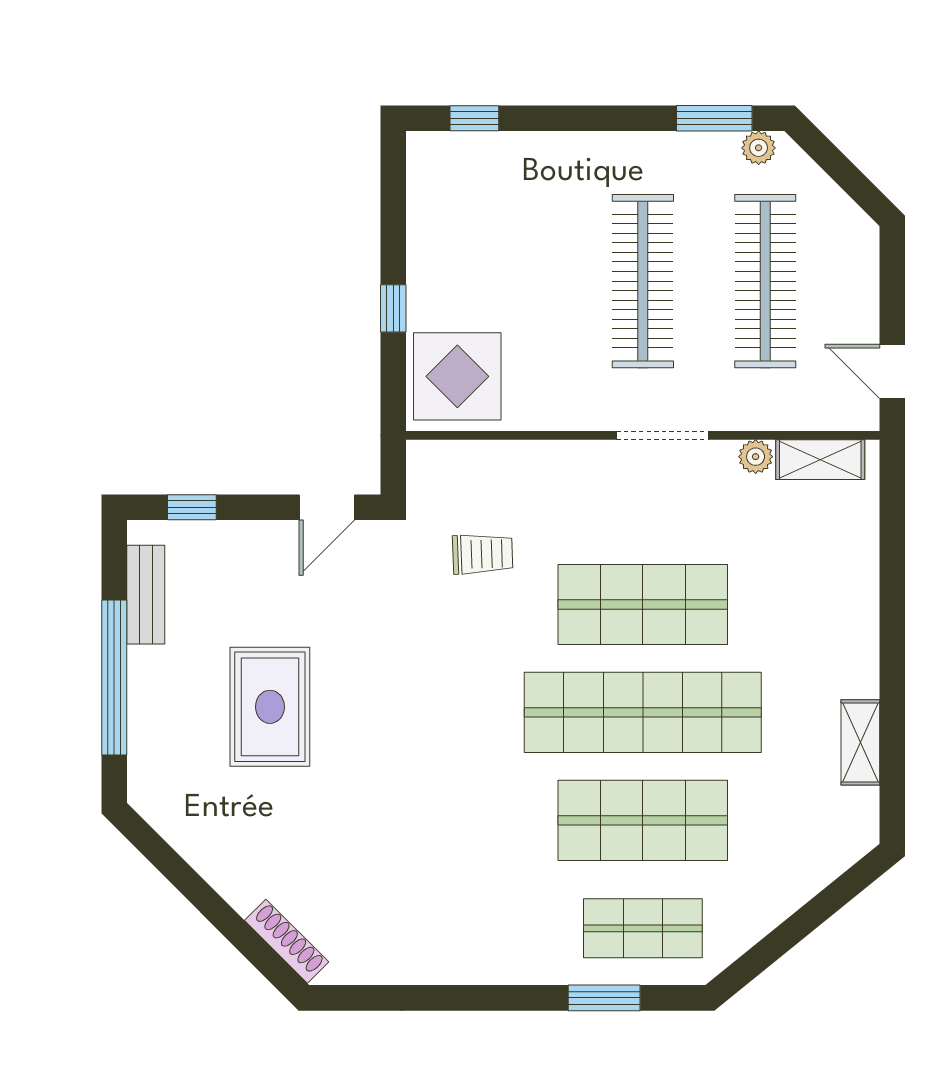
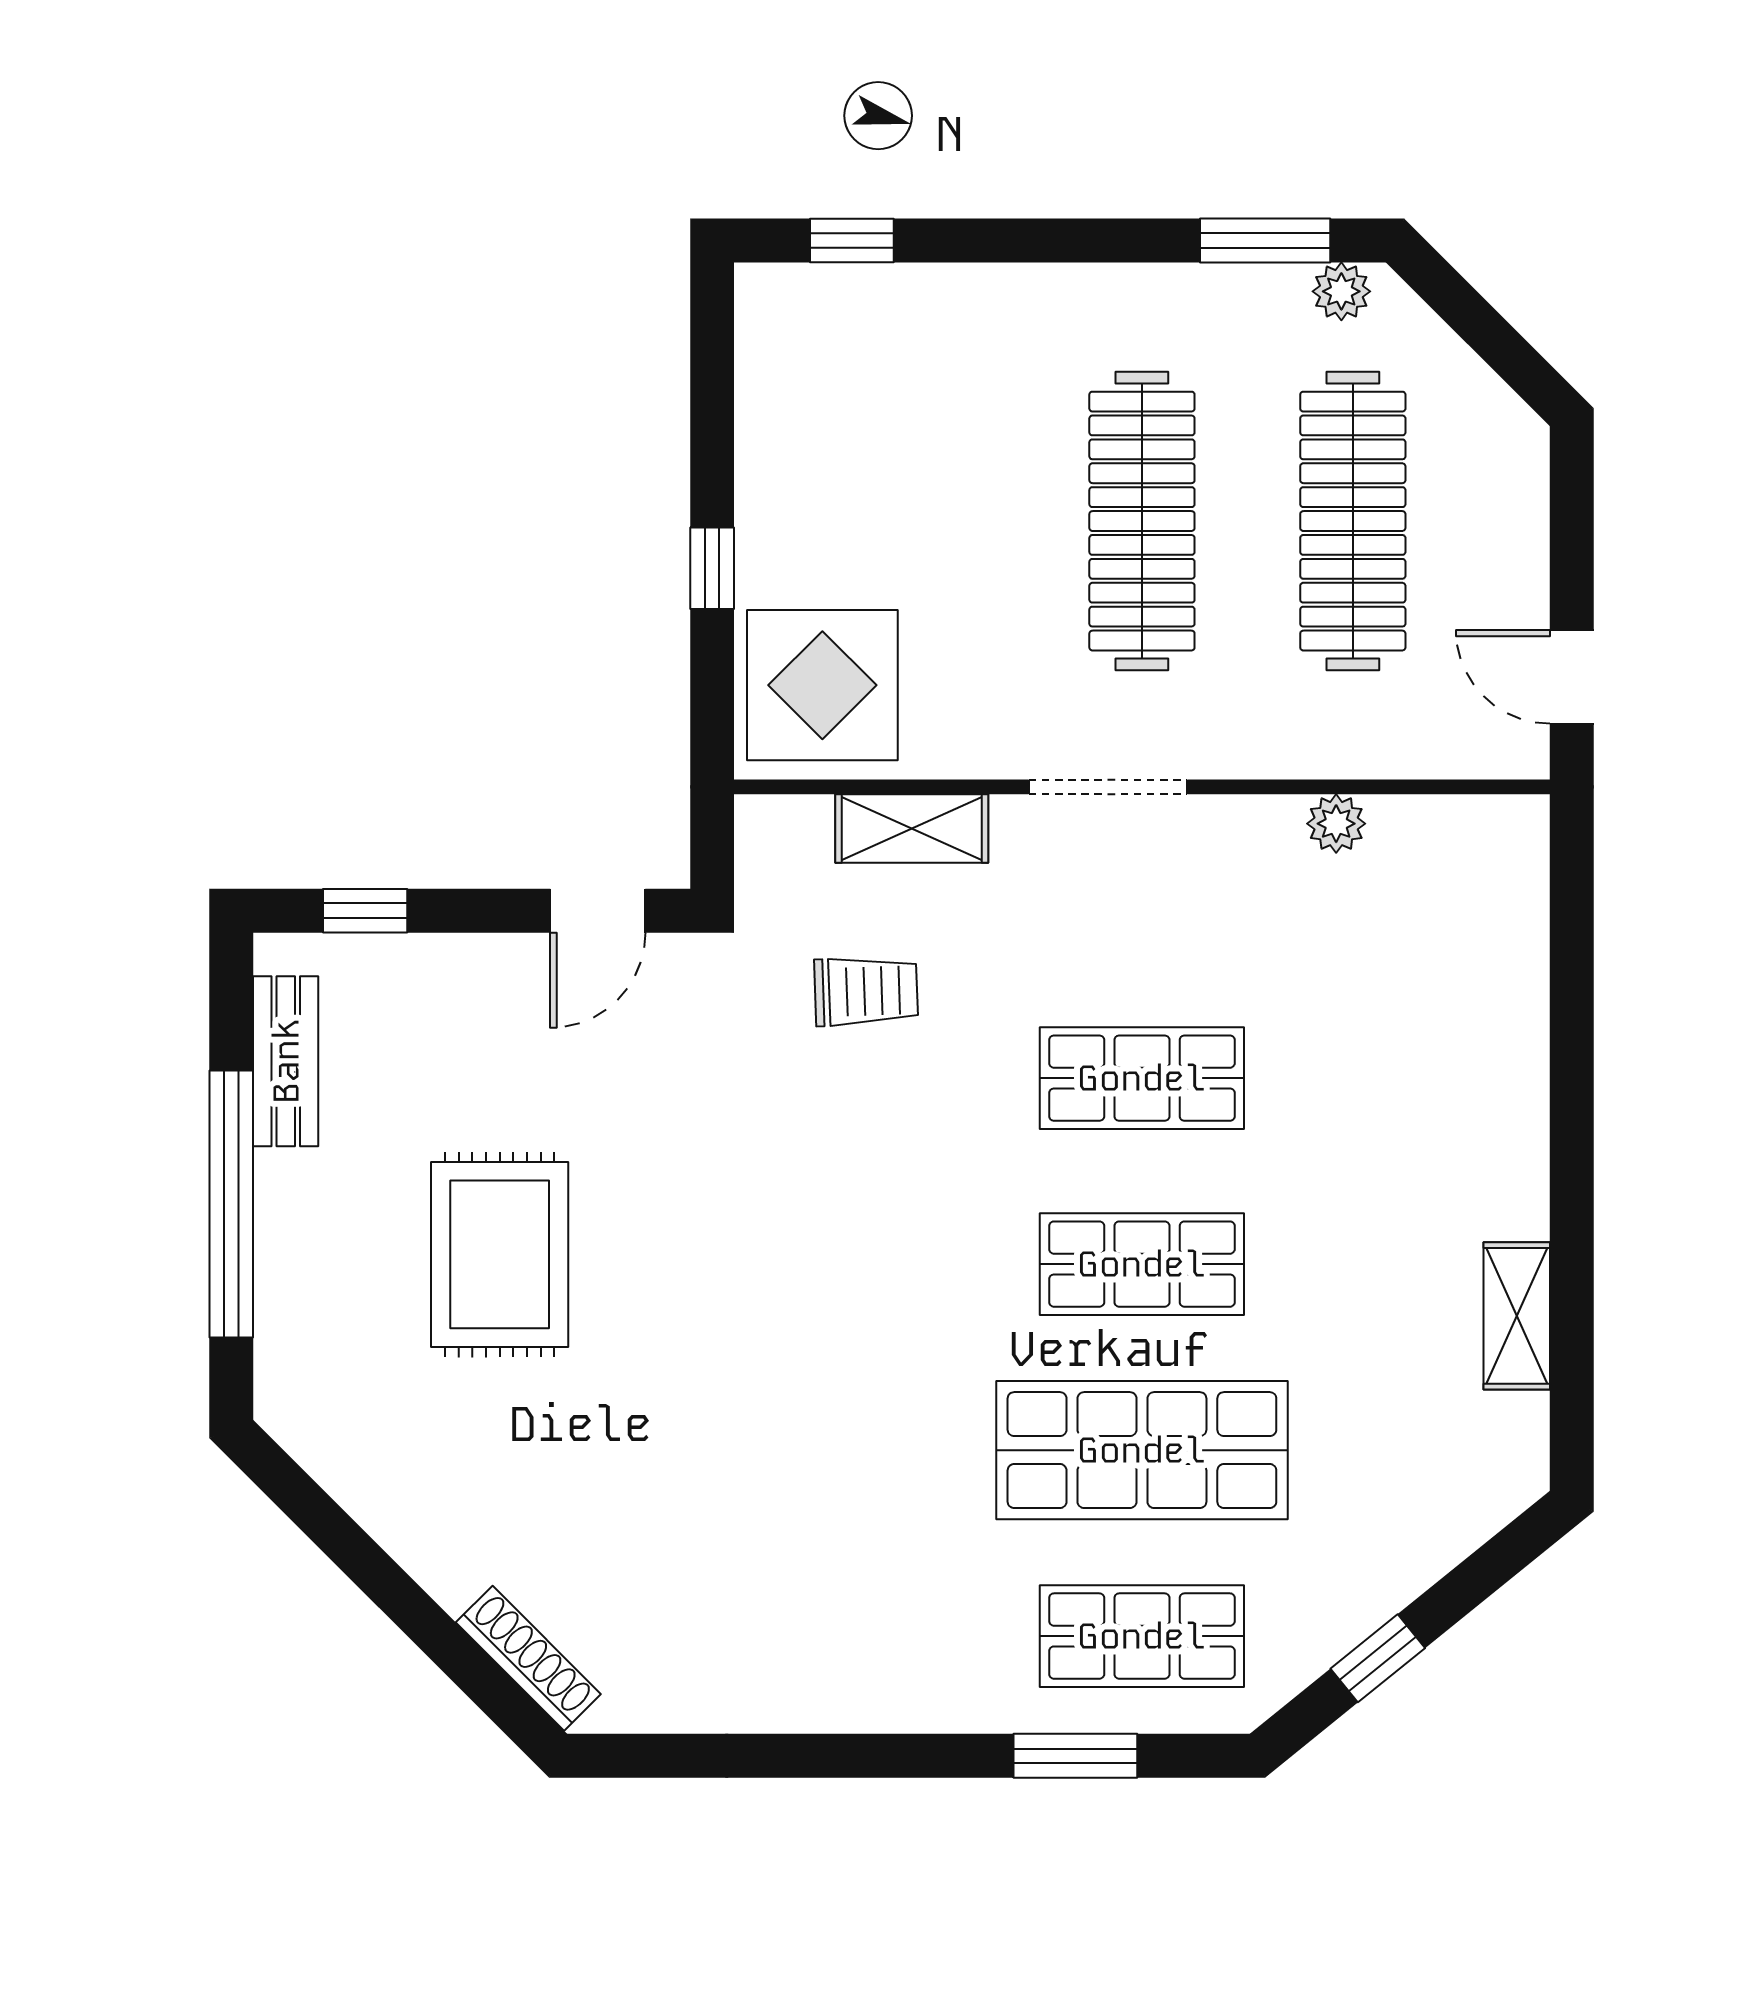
doorway: (662, 435) -> (1108, 787), moved
shelving: (820, 460) -> (912, 829), moved
shop shelf: (643, 604) -> (1142, 1078), width x0.70, depth x0.74
shop shelf: (643, 712) -> (1142, 1264), width x0.50, depth x0.74
window: (780, 941) -> (1378, 1658), added

